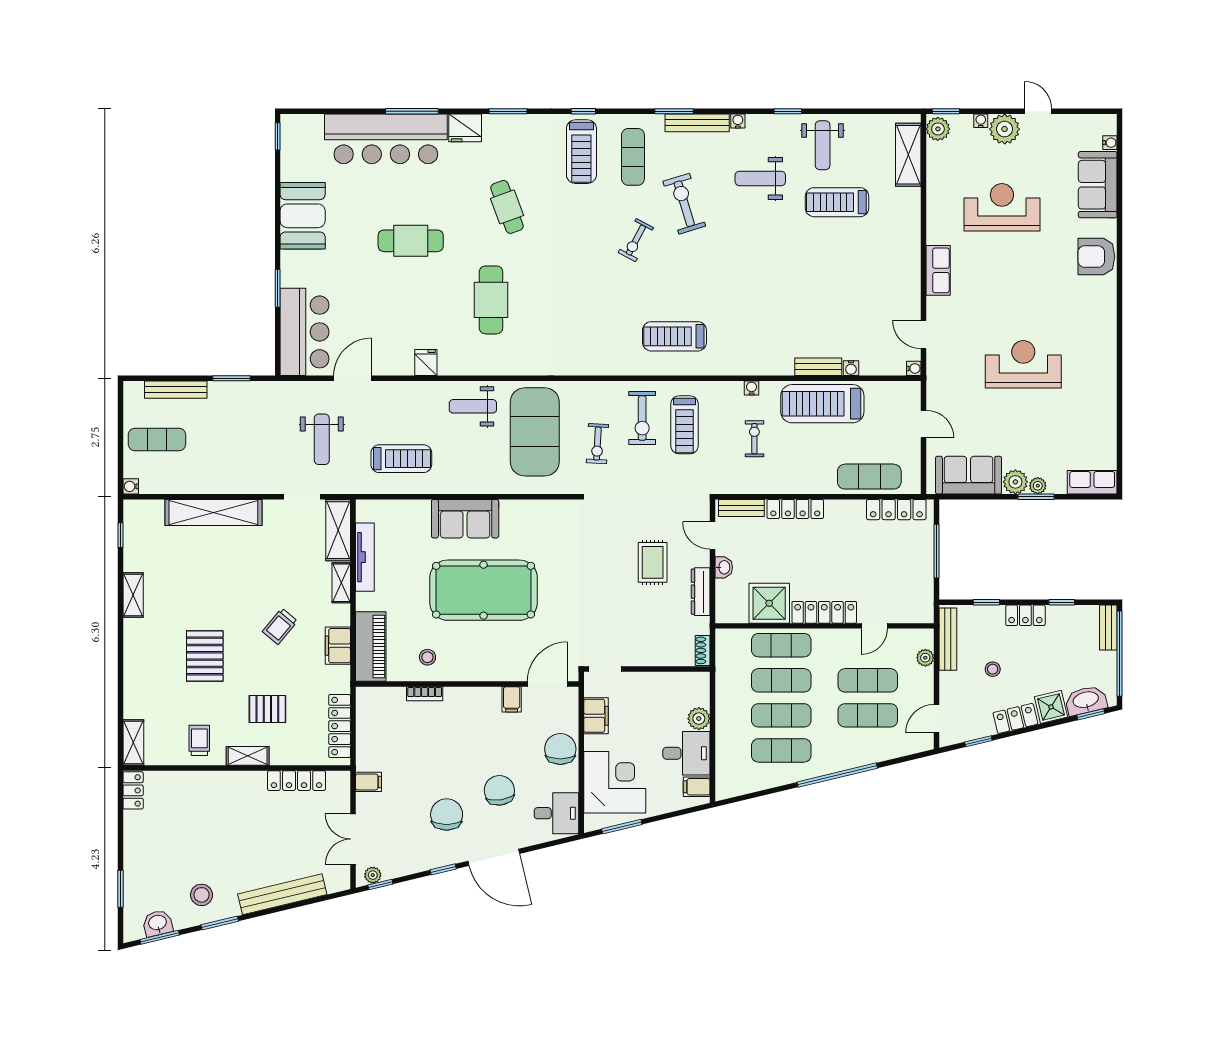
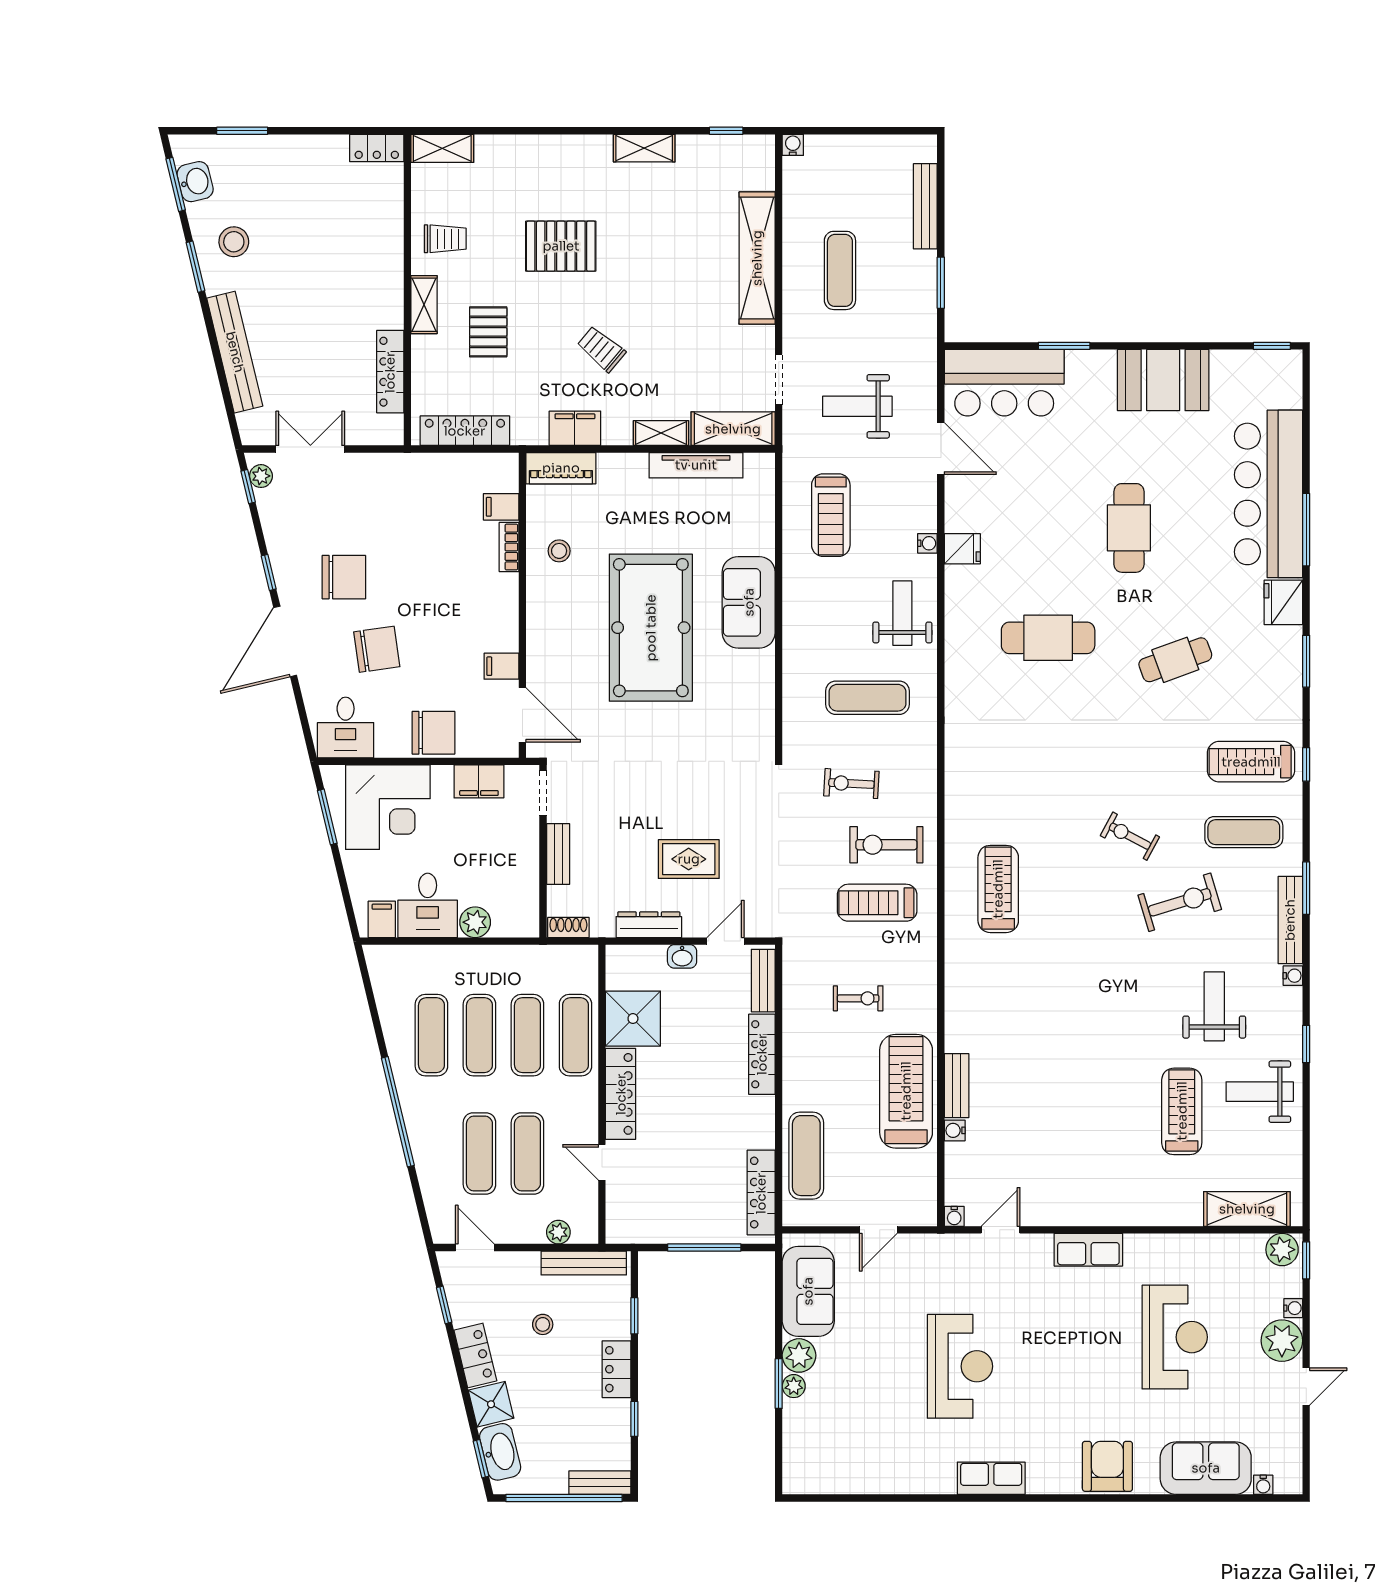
water cooler: (752, 388) -> (927, 543), moved
exercise mat: (535, 432) -> (867, 698), width x0.50, depth x0.69
exercise mat: (157, 439) -> (840, 270), moved
row of seats: (1092, 482) -> (991, 1478), moved, turned -90
piano: (371, 647) -> (561, 468), width x0.73, depth x0.75
bench: (649, 658) -> (558, 854), added
filing cabinet: (368, 782) -> (501, 507), moved, turned 90

